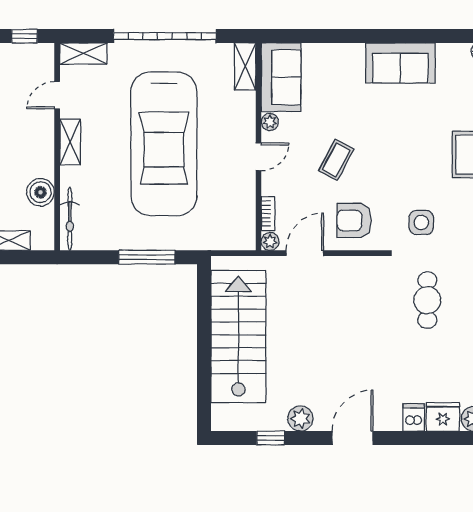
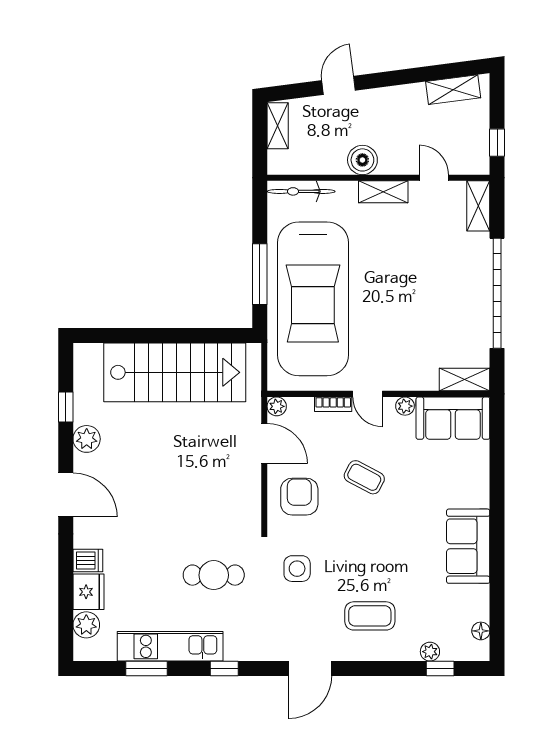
car: (164, 144) -> (313, 299), moved, turned -90
boiler: (41, 192) -> (362, 160), moved
bookcase: (268, 214) -> (333, 404), moved

